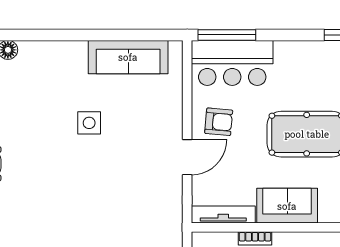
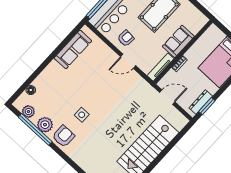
side table: (89, 123) -> (82, 115), moved
door: (187, 157) -> (128, 61), swing flipped

